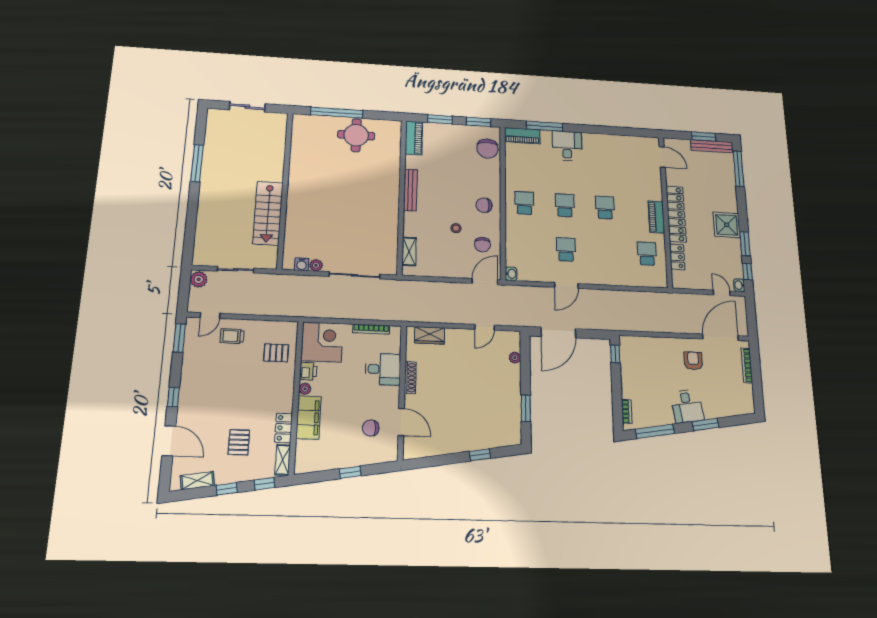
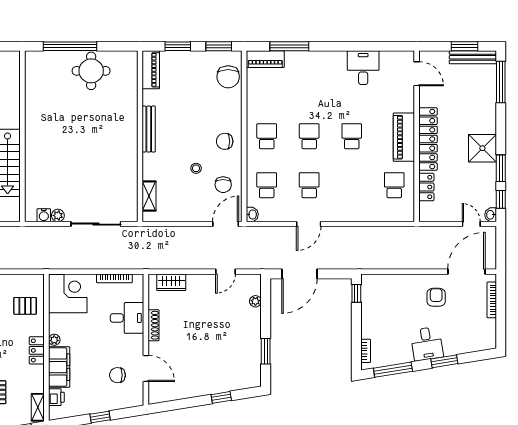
desk: (567, 146) -> (363, 68), moved
piano: (656, 217) -> (404, 137), width x1.37, depth x1.33
school desk: (525, 247) -> (267, 185), added
printer: (308, 371) -> (56, 397), moved
locker: (284, 428) -> (37, 350), moved

